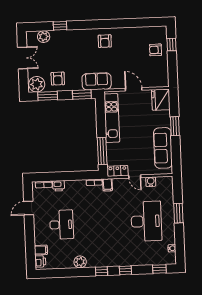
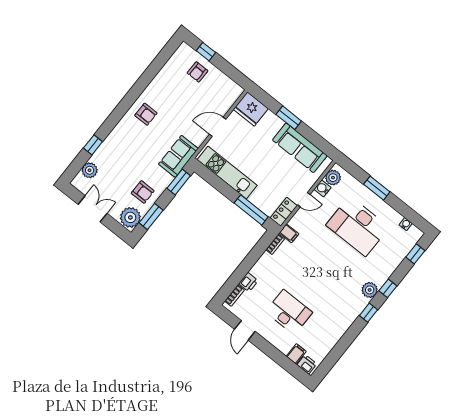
plant: (162, 182) -> (333, 178), added
desk: (146, 221) -> (358, 226), turned 180
plant: (80, 262) -> (370, 290), moved

